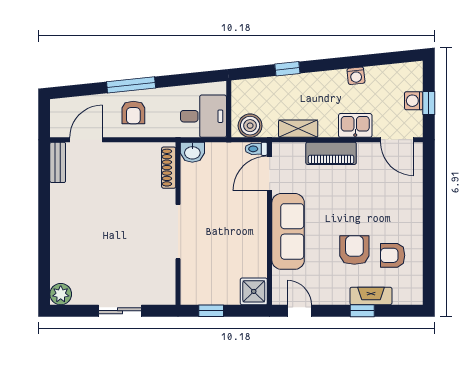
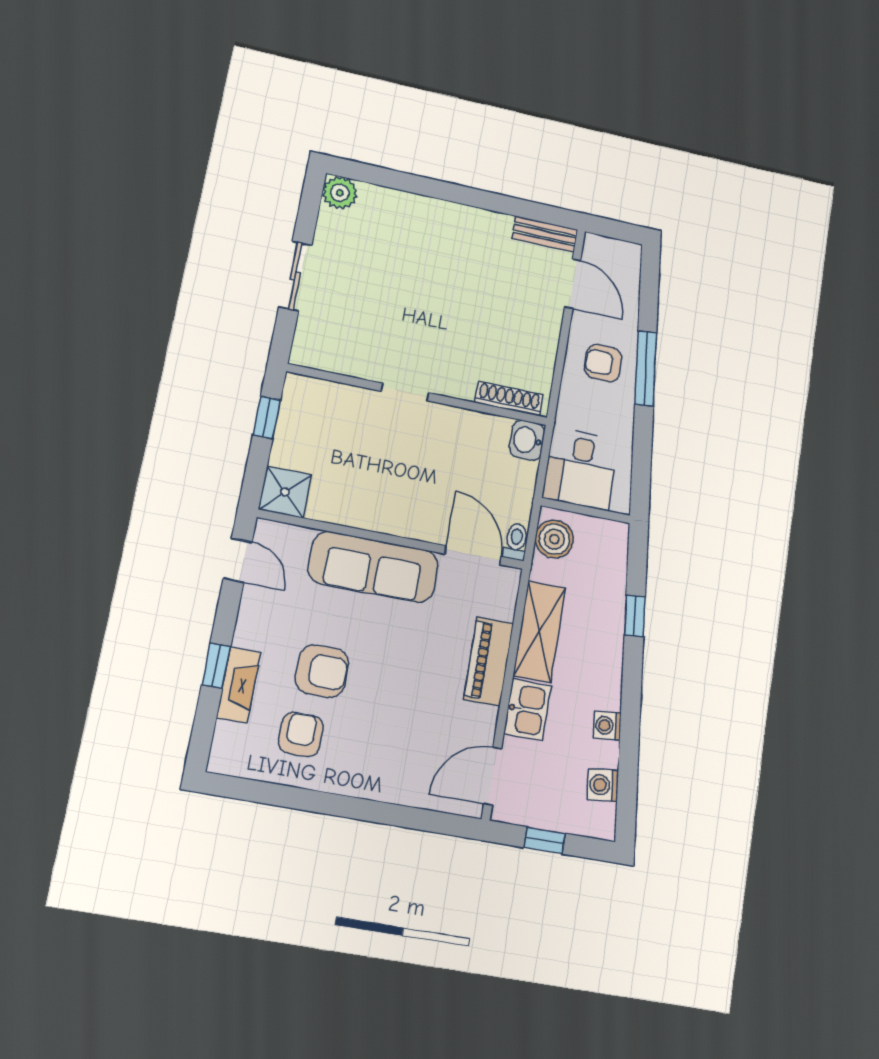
washing machine: (414, 101) -> (603, 785), moved, turned -96
shelving: (298, 129) -> (539, 632), width x1.50, depth x1.33
doorway: (178, 232) -> (405, 392), width x0.53
door: (299, 311) -> (238, 560), hinge flipped

